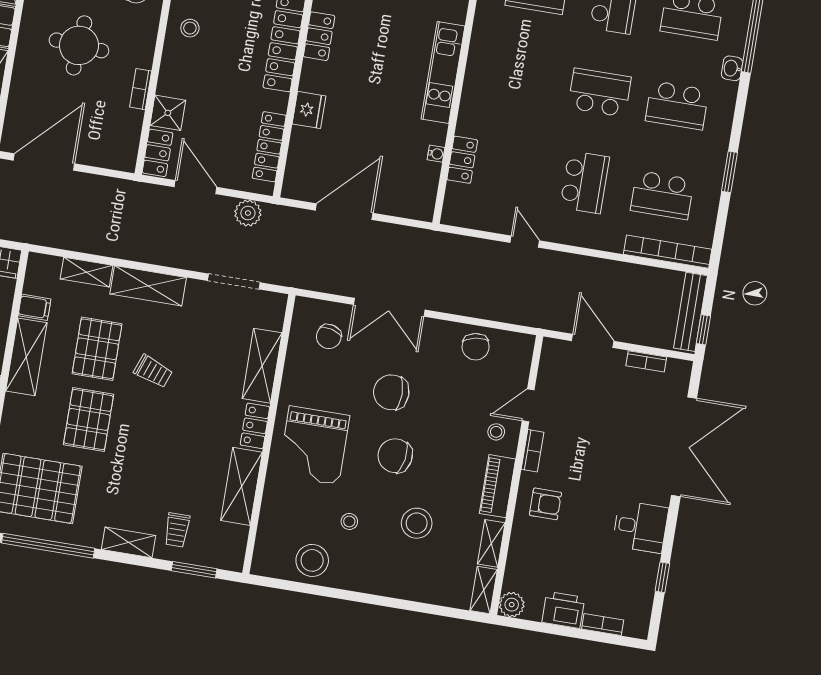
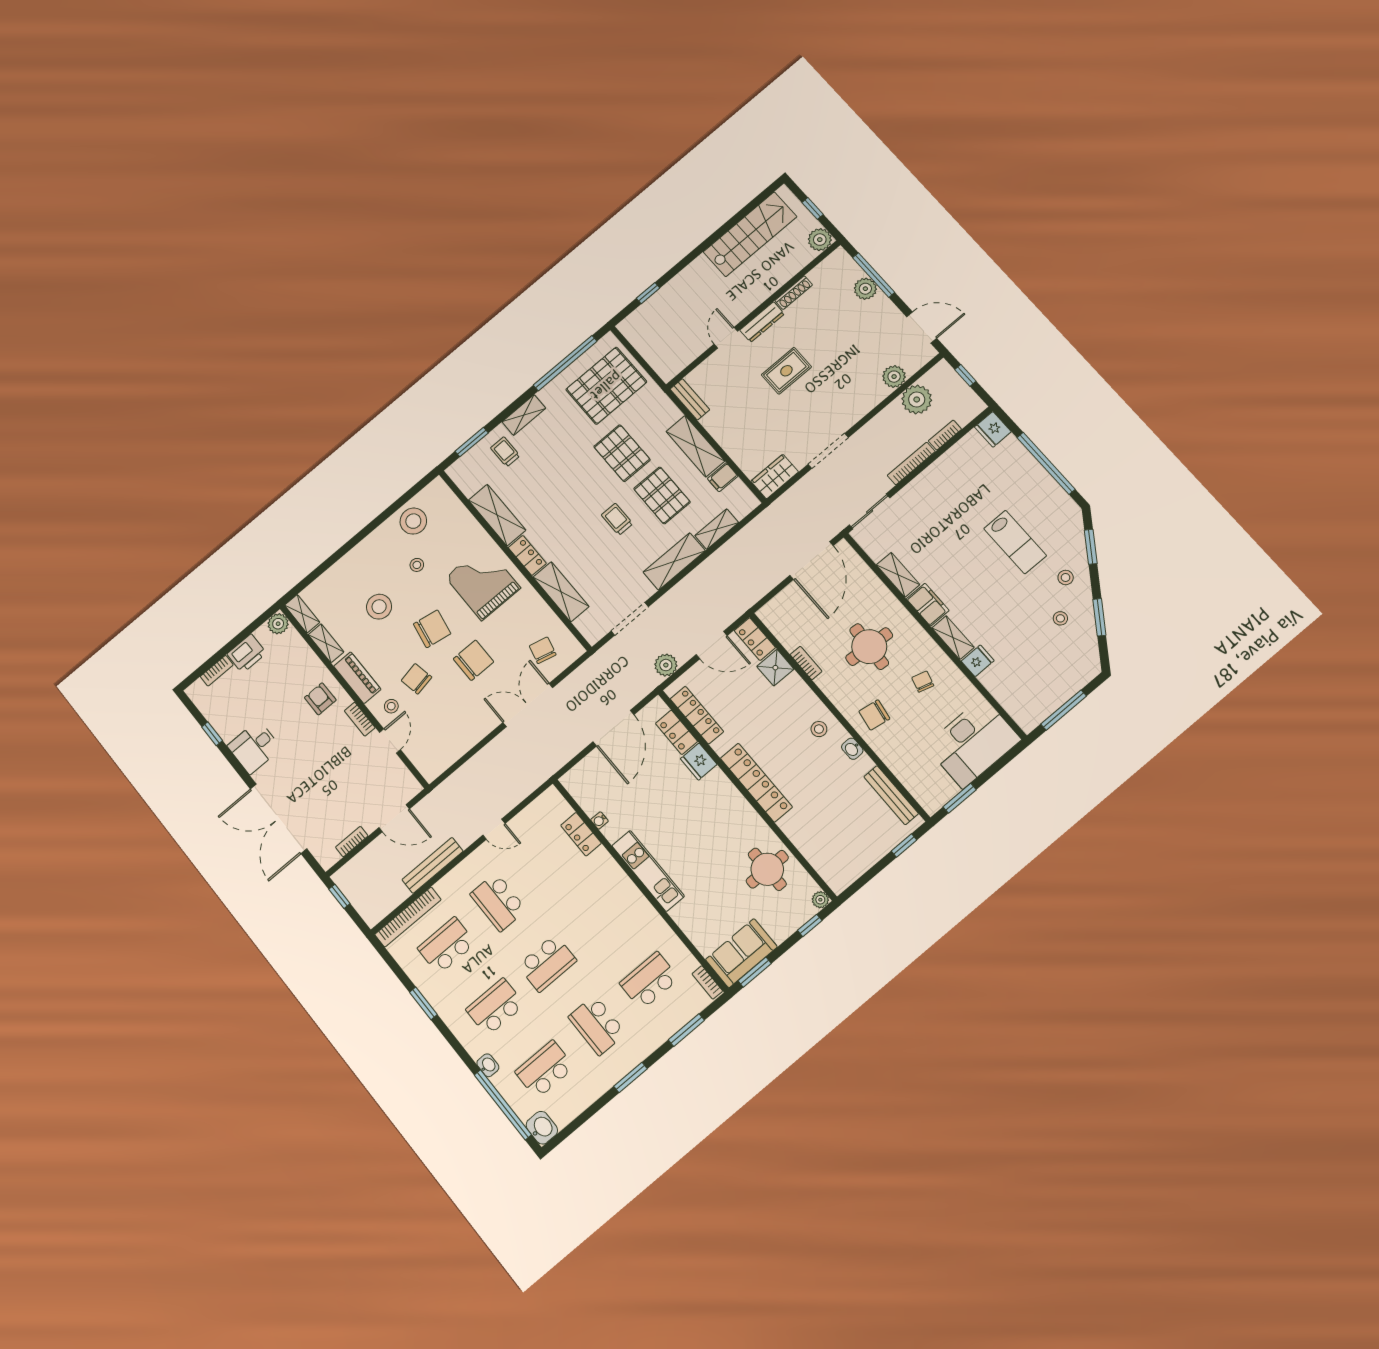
locker: (319, 36) -> (676, 732), moved
bench: (691, 312) -> (433, 865), moved, turned 90
chair: (476, 347) -> (416, 679), moved
trolley: (153, 371) -> (617, 519), turned 70
armchair: (545, 504) -> (320, 699), turned 90

